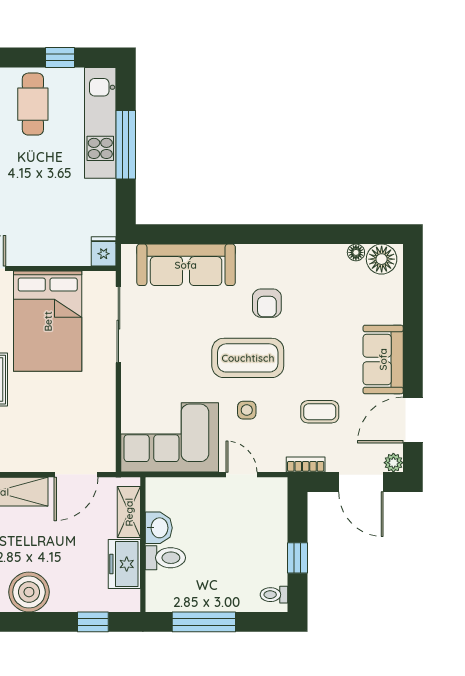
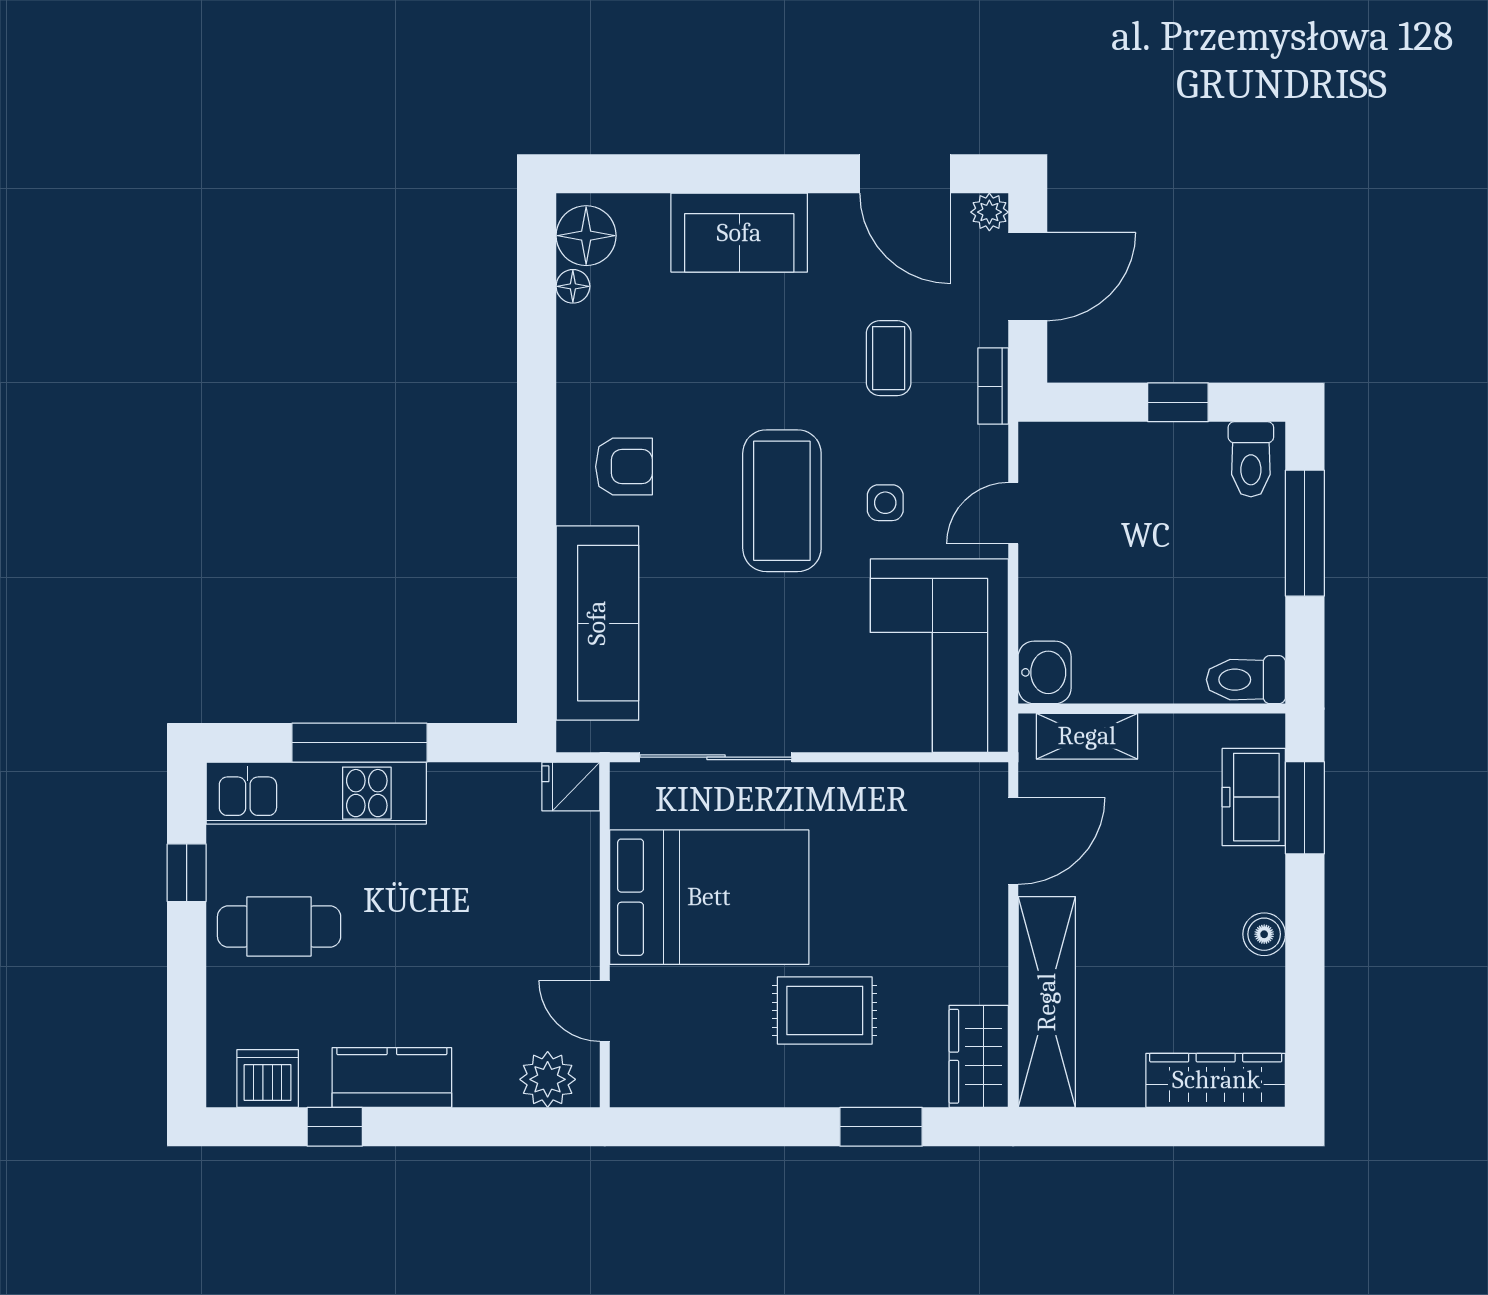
armchair: (267, 303) -> (624, 467), moved
sofa: (383, 359) -> (739, 233), moved
door: (76, 475) -> (1013, 841), hinge flipped
washbasin: (159, 528) -> (1045, 672), moved, turned 90
toilet: (165, 558) -> (1246, 680), moved, turned -90
freezer: (124, 564) -> (1254, 797), moved, turned 90
boiler: (29, 592) -> (1264, 934), width x0.54, depth x0.54
toilet: (274, 595) -> (1251, 459), width x1.37, depth x1.39
window: (93, 622) -> (1305, 808), width x1.50
window: (204, 622) -> (1305, 533), moved

